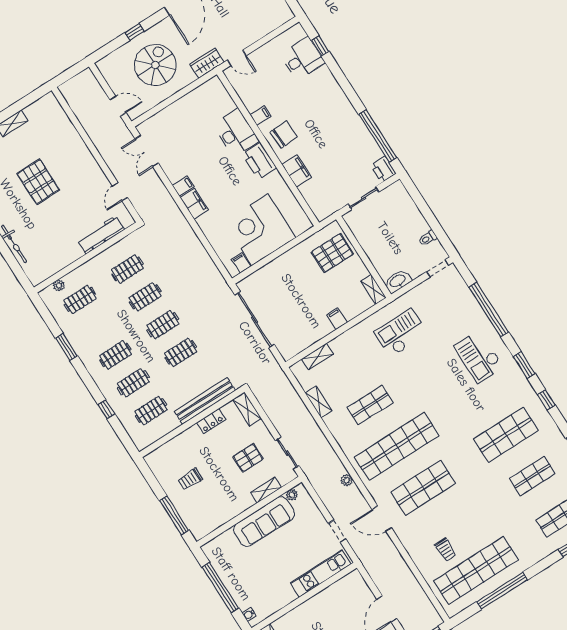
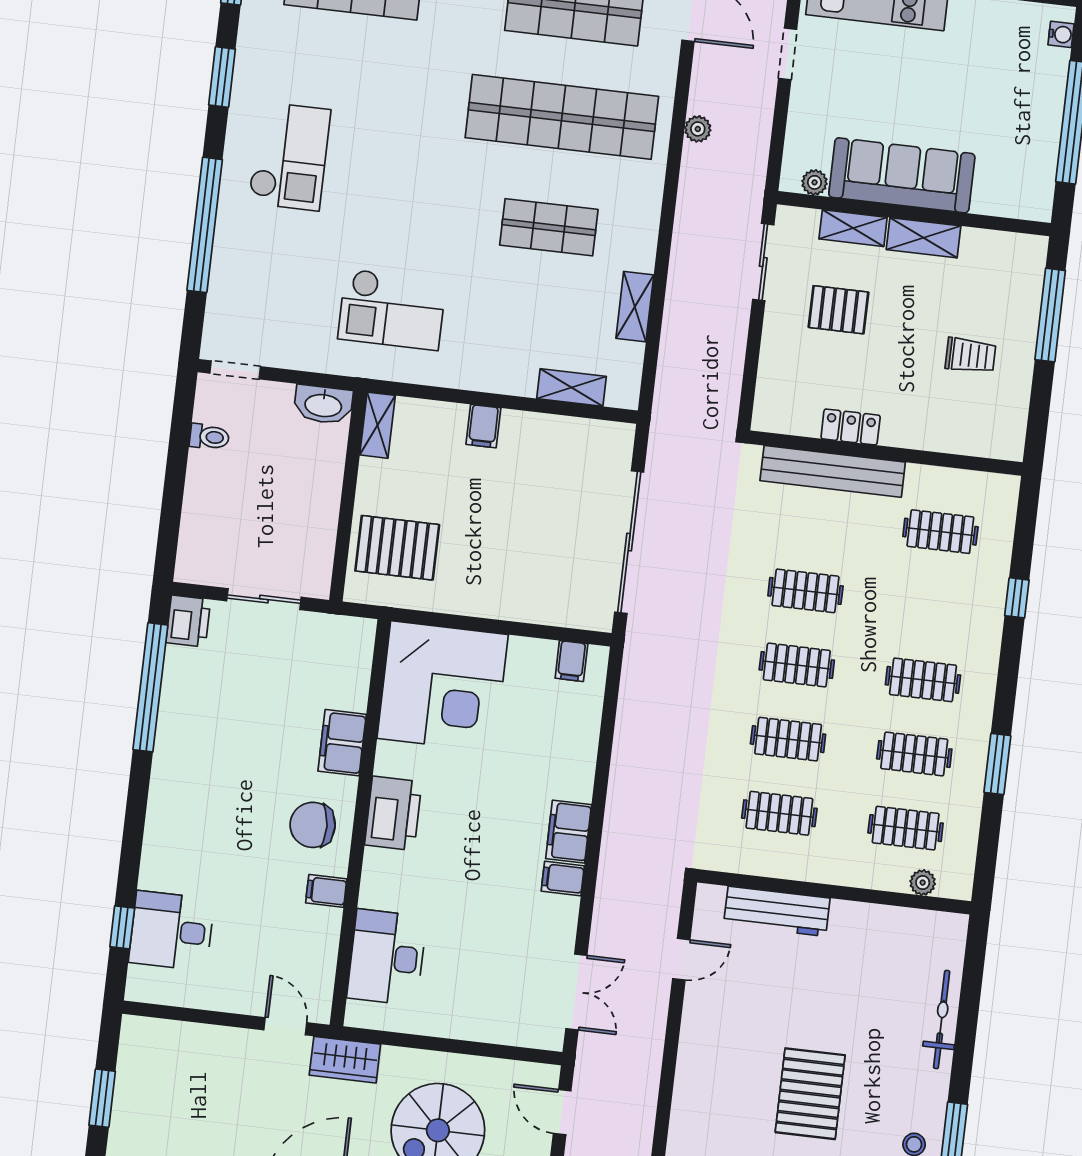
desk: (236, 133) -> (387, 957), moved
corner desk: (260, 230) -> (443, 686), moved
clothes rail: (133, 383) -> (914, 754), moved
shelving: (247, 409) -> (924, 238), moved, turned 90

